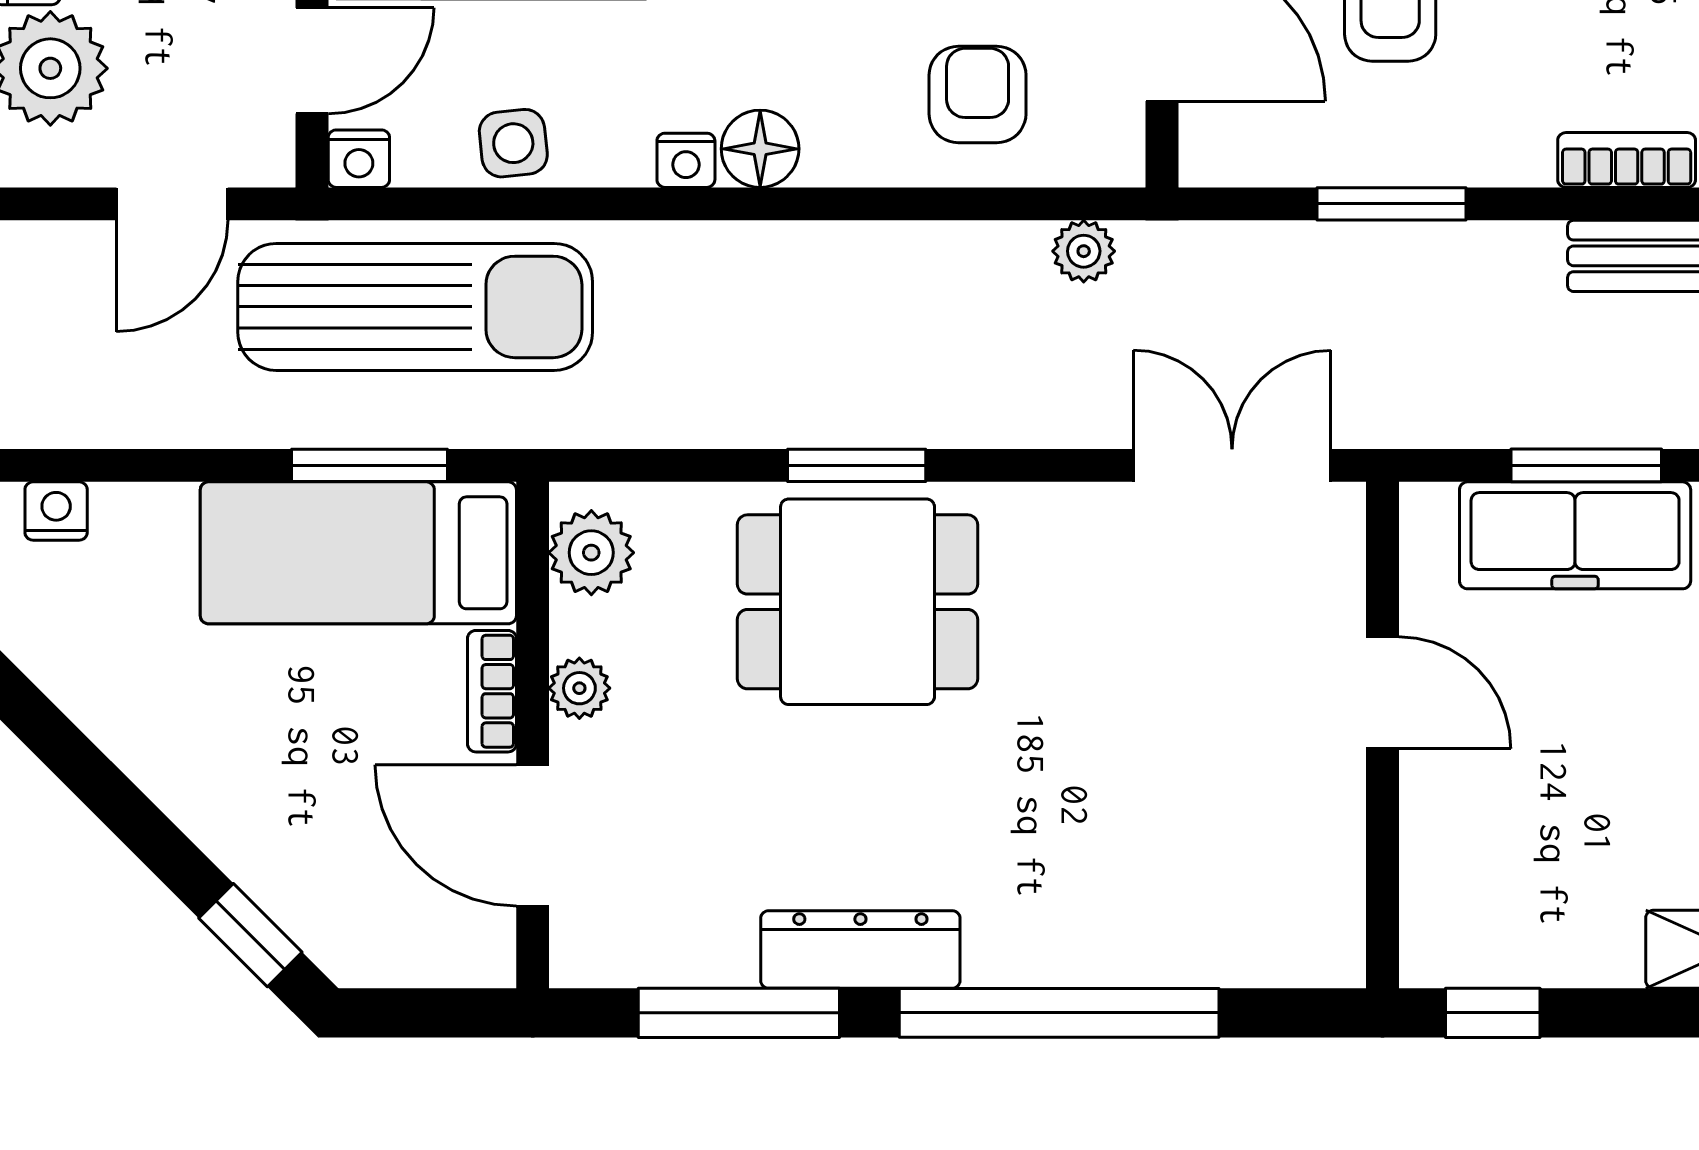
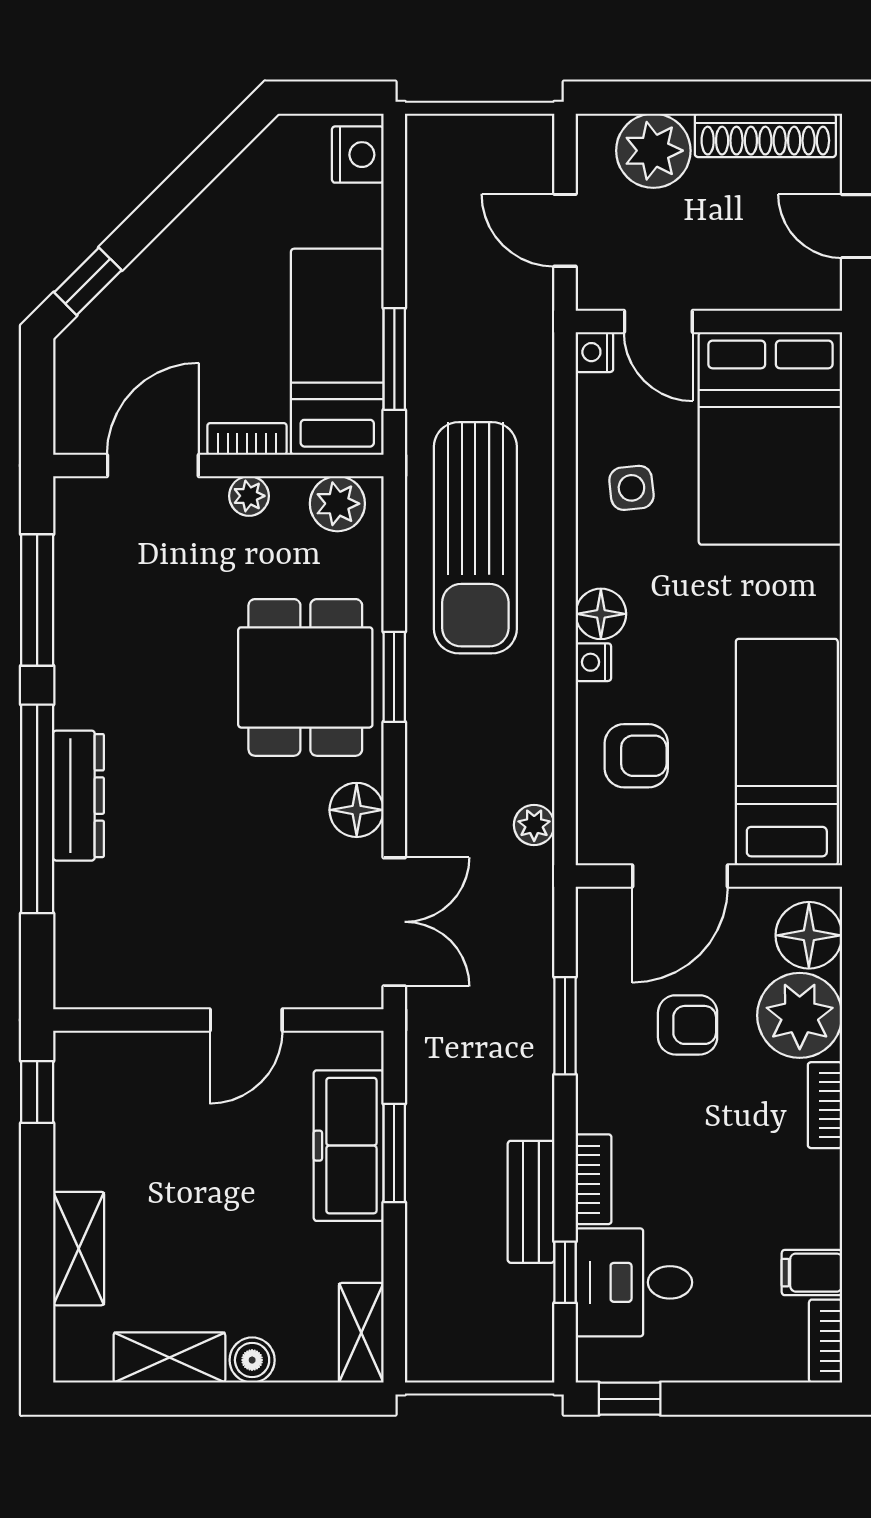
side table: (513, 143) -> (631, 488), moved
nightstand: (686, 160) -> (593, 662), moved
sun lounger: (415, 307) -> (475, 538), moved
nightstand: (56, 511) -> (358, 155), width x1.39, depth x1.35
floor lamp: (1061, 523) -> (357, 810), added
dresser: (860, 949) -> (78, 796), moved

